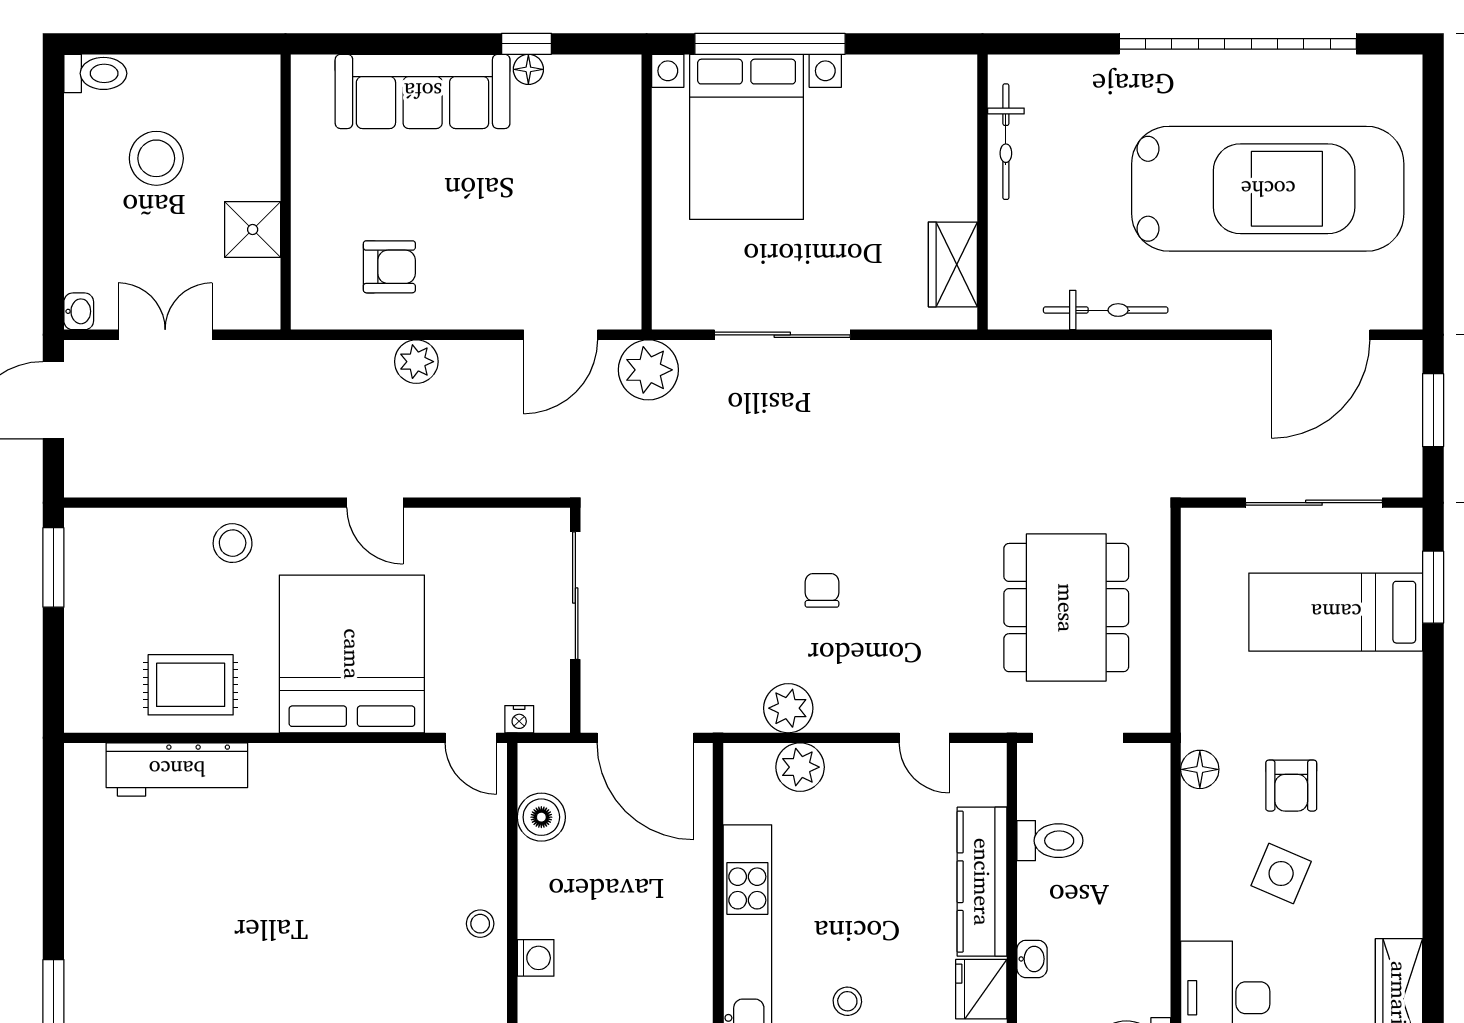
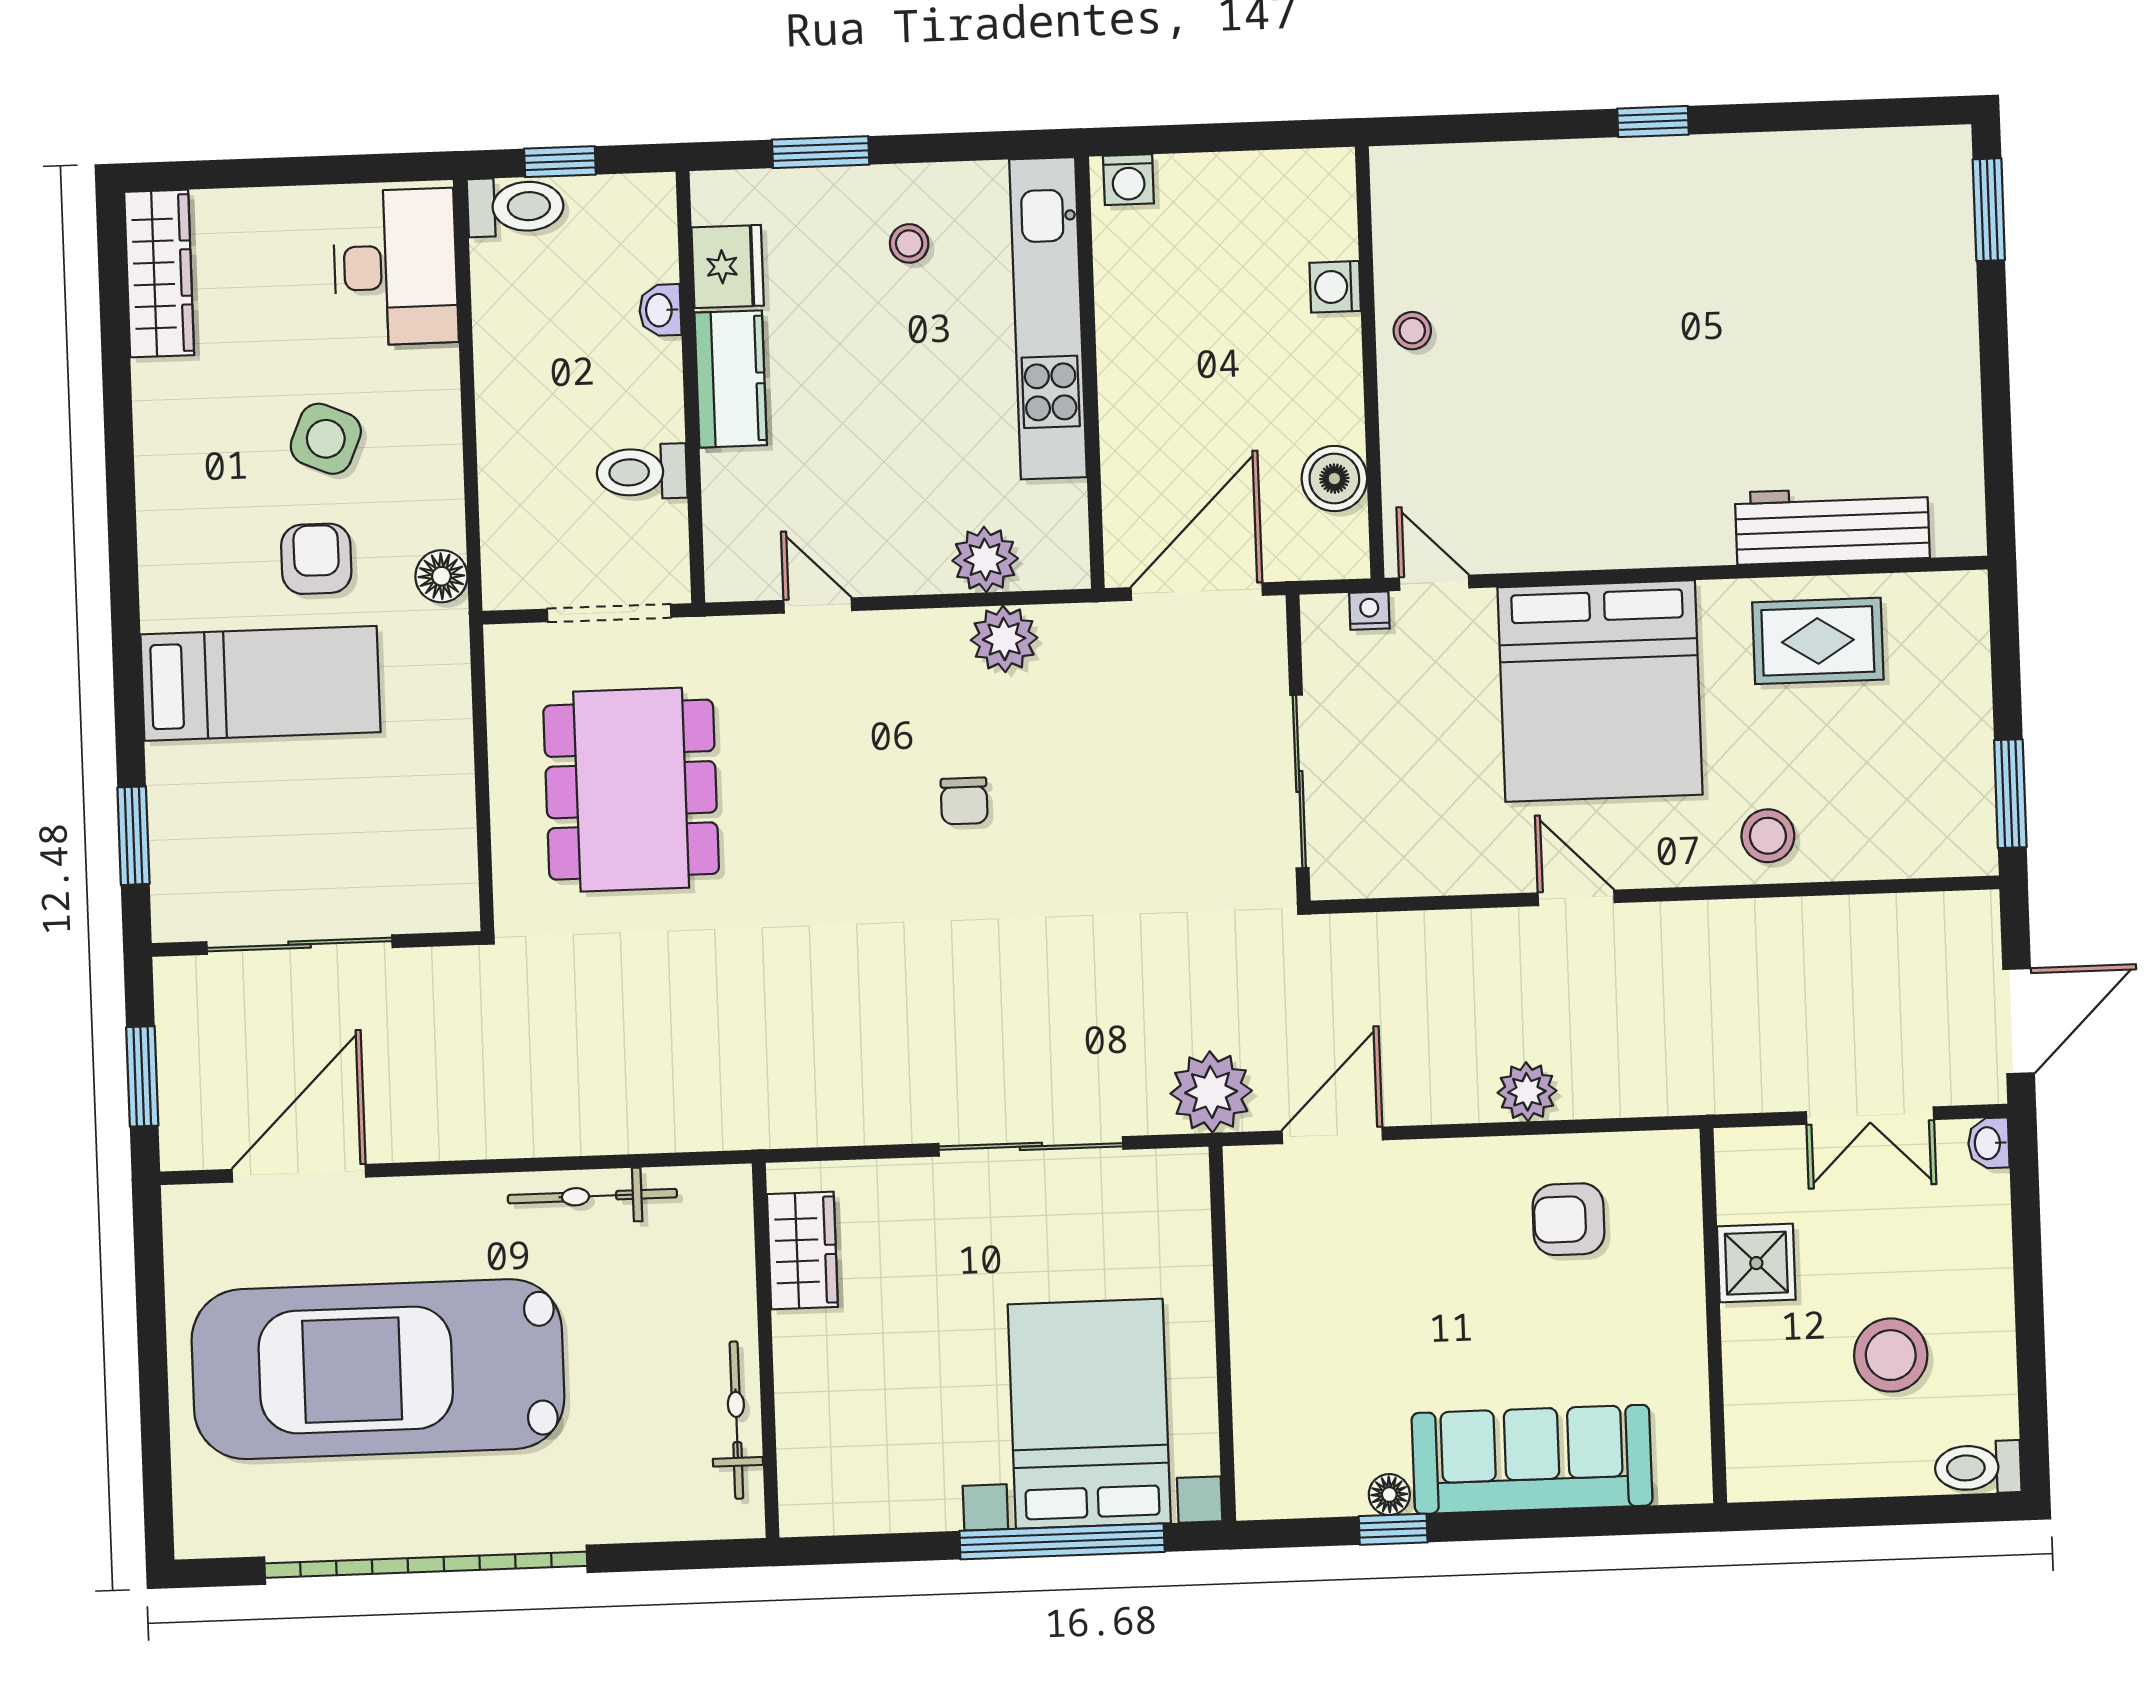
bed: (1336, 612) -> (260, 683), moved
door: (645, 738) -> (1197, 592), hinge flipped
kitchen counter: (982, 882) -> (731, 379), width x0.67

